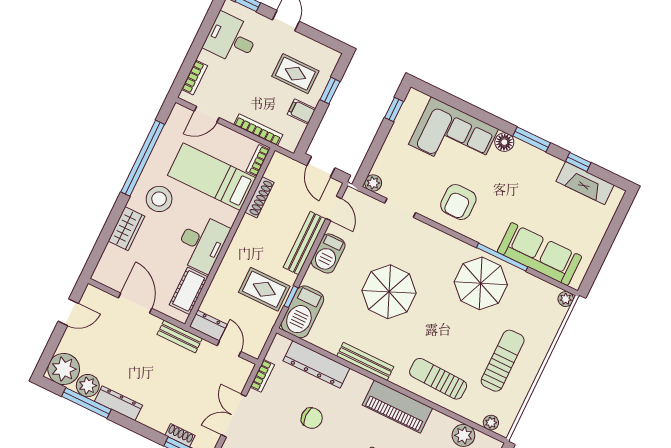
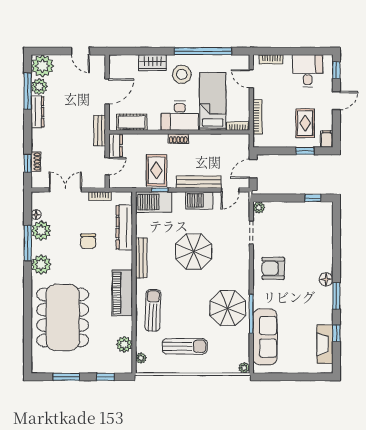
filing cabinet: (301, 112) -> (327, 139), moved
corner sofa: (453, 137) -> (314, 245), removed
shoe rack: (259, 197) -> (178, 139), moved, width x0.70
desk: (202, 243) -> (180, 116), moved

